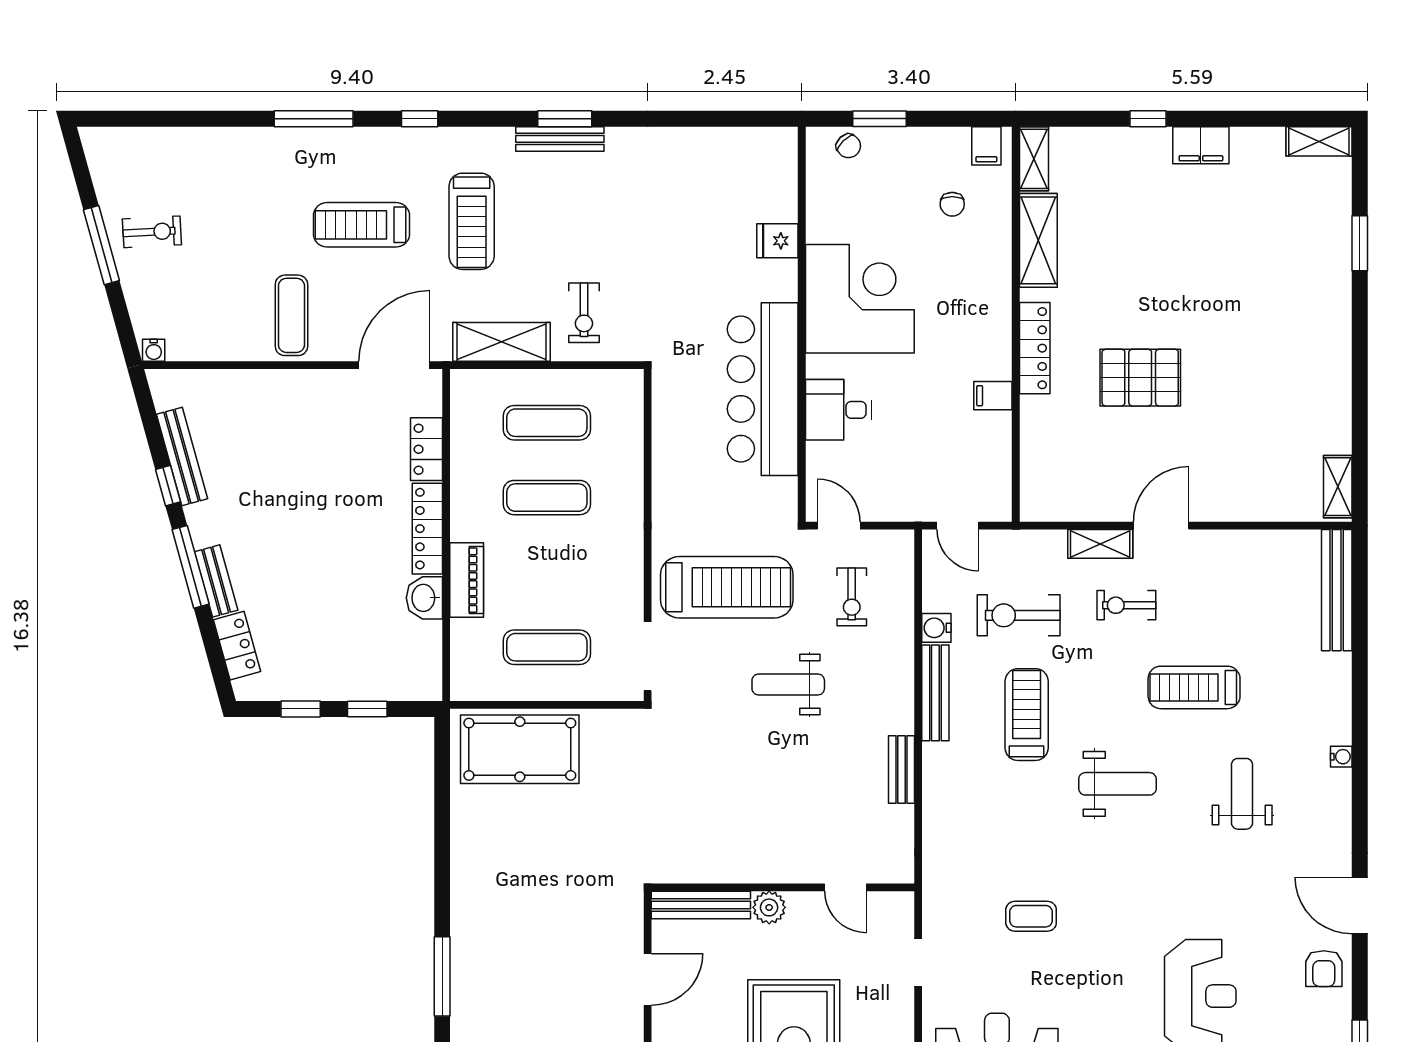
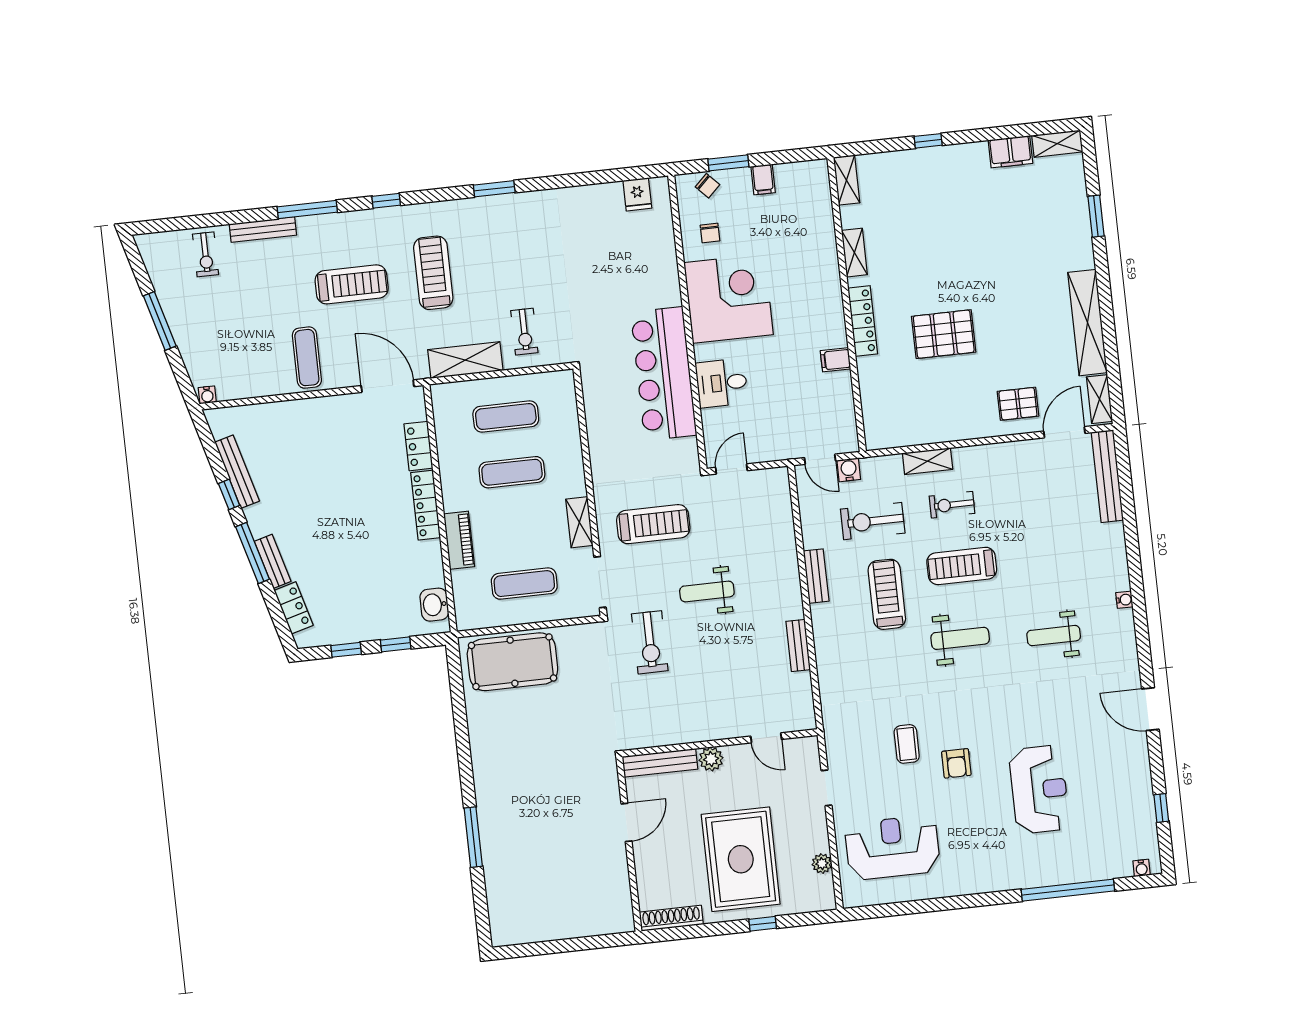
bench: (560, 139) -> (263, 230), moved
filing cabinet: (1201, 145) -> (1010, 152), moved
filing cabinet: (986, 146) -> (763, 179), moved
chair: (952, 204) -> (710, 233), moved
treadmill: (472, 221) -> (433, 273), turned 180
treadmill: (362, 225) -> (352, 284), turned 180
exercise bike: (152, 232) -> (206, 254), moved, turned 93
shelving: (1038, 240) -> (854, 253), width x0.67, depth x0.75
fridge: (777, 241) -> (637, 194), moved, turned -90
door: (394, 365) -> (388, 386), hinge flipped
shelving: (1333, 383) -> (1087, 323), added
pallet: (1229, 481) -> (1018, 404), added
door: (839, 526) -> (731, 469), hinge flipped
door: (1161, 526) -> (1064, 432), moved
shelving: (629, 574) -> (579, 522), added
treadmill: (727, 587) -> (653, 524), width x0.73, depth x0.73
exercise bike: (852, 597) -> (650, 642), moved, width x1.38, depth x1.39
washbasin: (424, 598) -> (434, 605), moved
water cooler: (936, 628) -> (849, 470), moved, turned 90
treadmill: (1194, 687) -> (962, 566), moved
bench: (935, 693) -> (816, 576), width x0.73
weight bench: (1242, 794) -> (1054, 636), turned -90
coffee table: (1031, 916) -> (907, 744), turned 90
armchair: (1324, 969) -> (956, 763), moved

